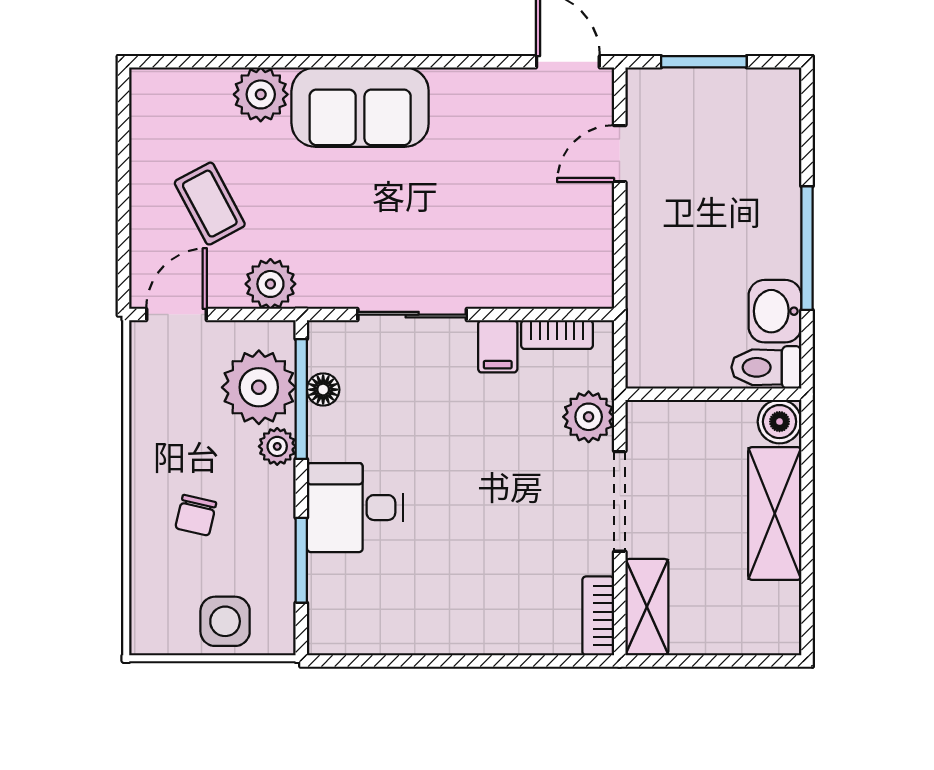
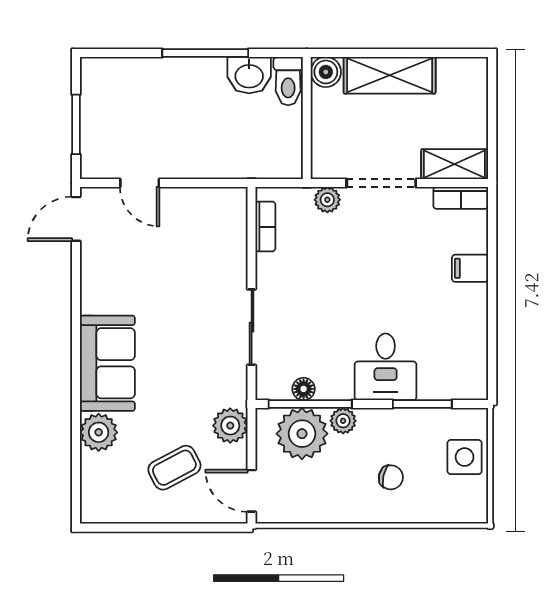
filing cabinet: (498, 346) -> (470, 268), moved, turned 180
plant: (589, 417) -> (327, 200), width x0.73, depth x0.73

